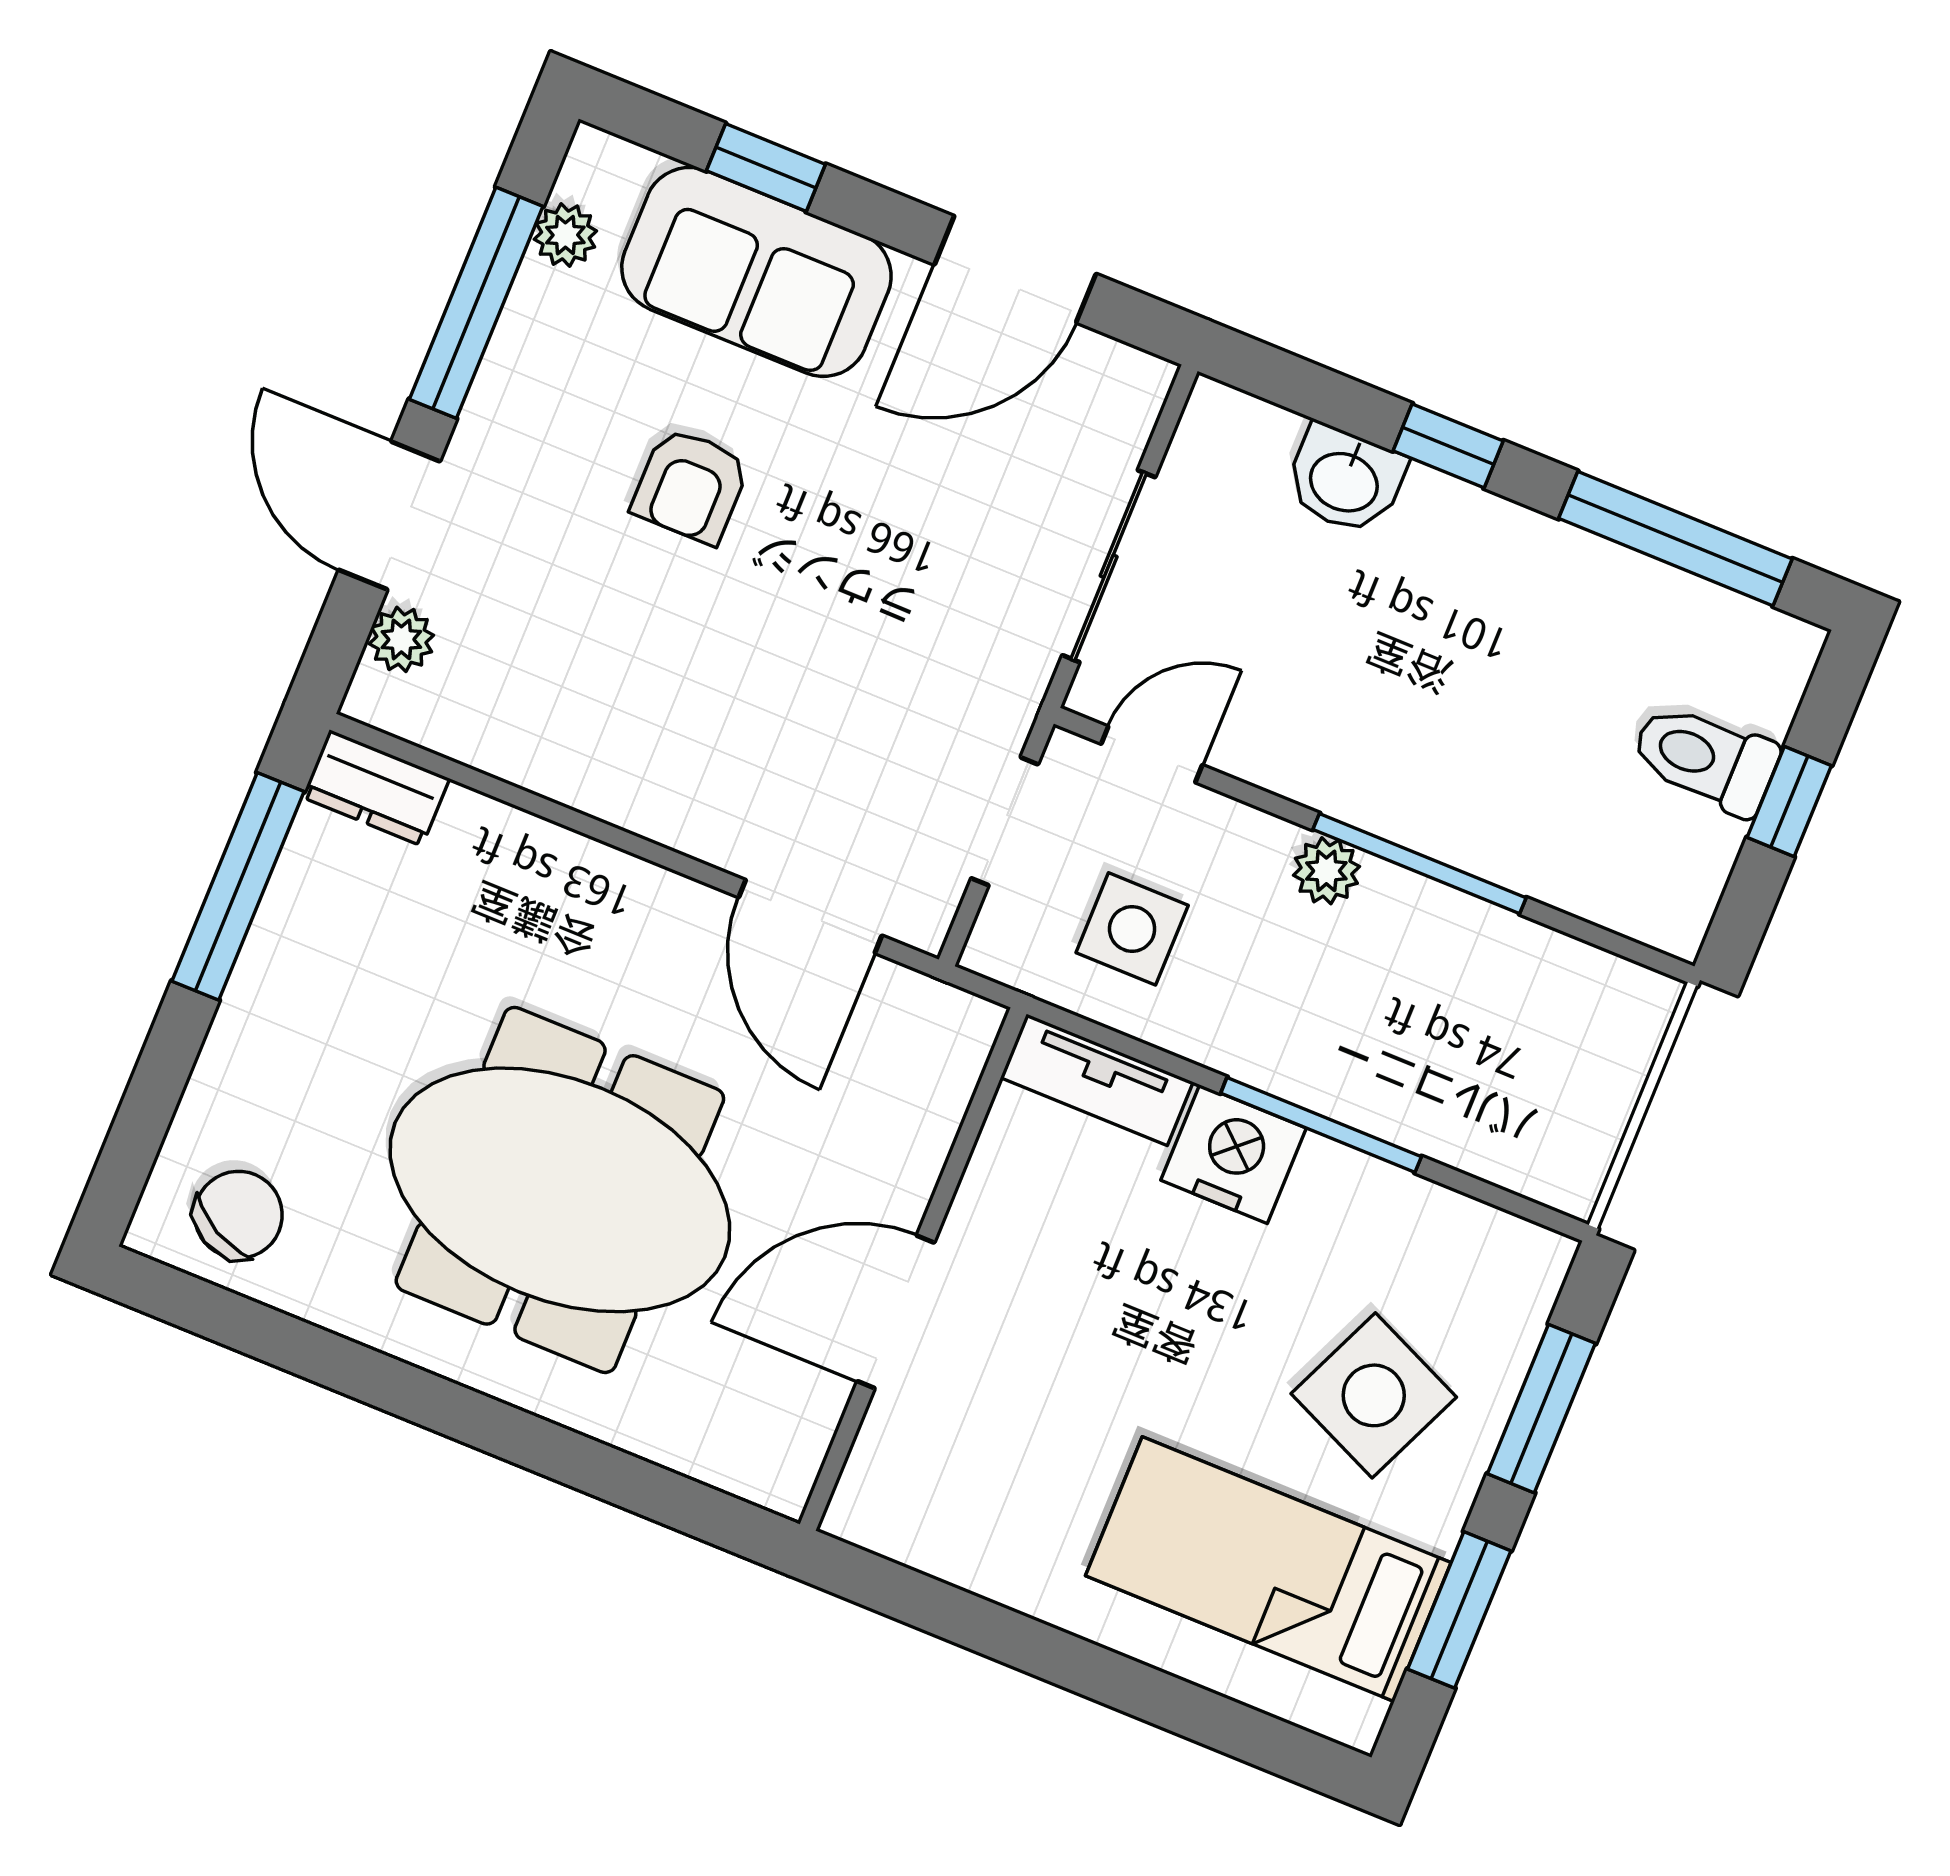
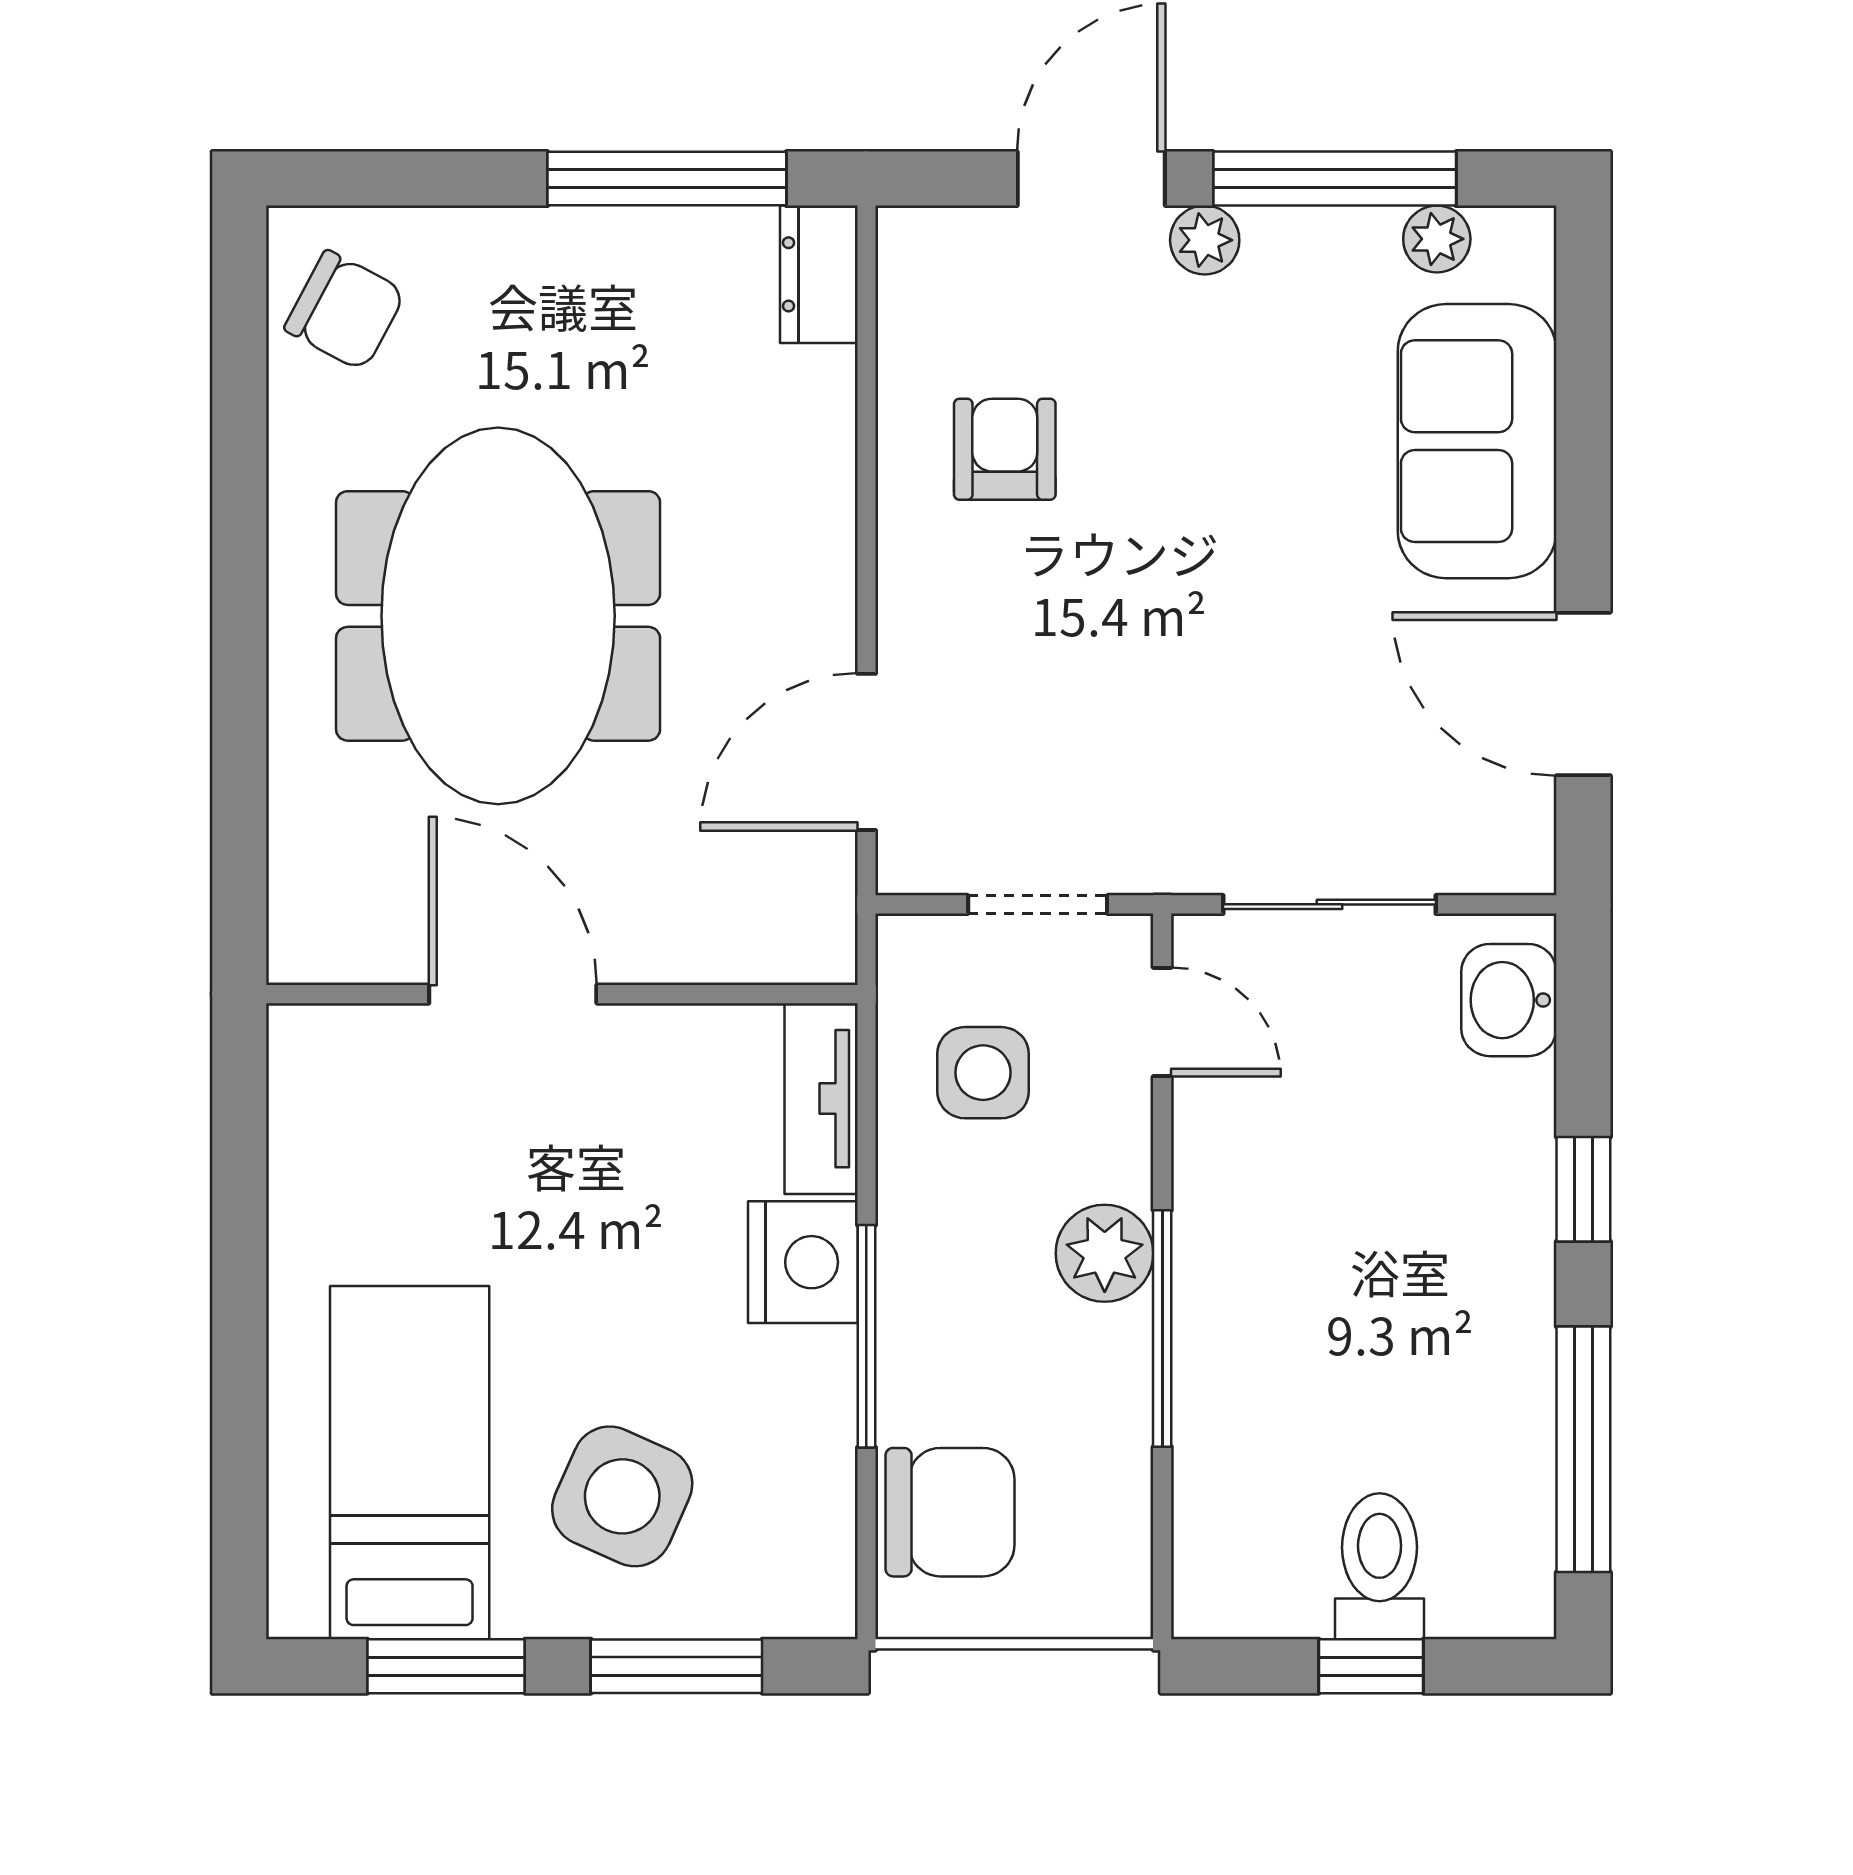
window: (766, 168) -> (1583, 409), removed
washbasin: (1345, 480) -> (1509, 1000), moved
armchair: (691, 486) -> (1005, 449), moved, turned 90
plant: (401, 639) -> (1205, 240), moved
plant: (1326, 871) -> (1105, 1253), width x1.38, depth x1.38
chair: (1504, 1115) -> (950, 1512), added

